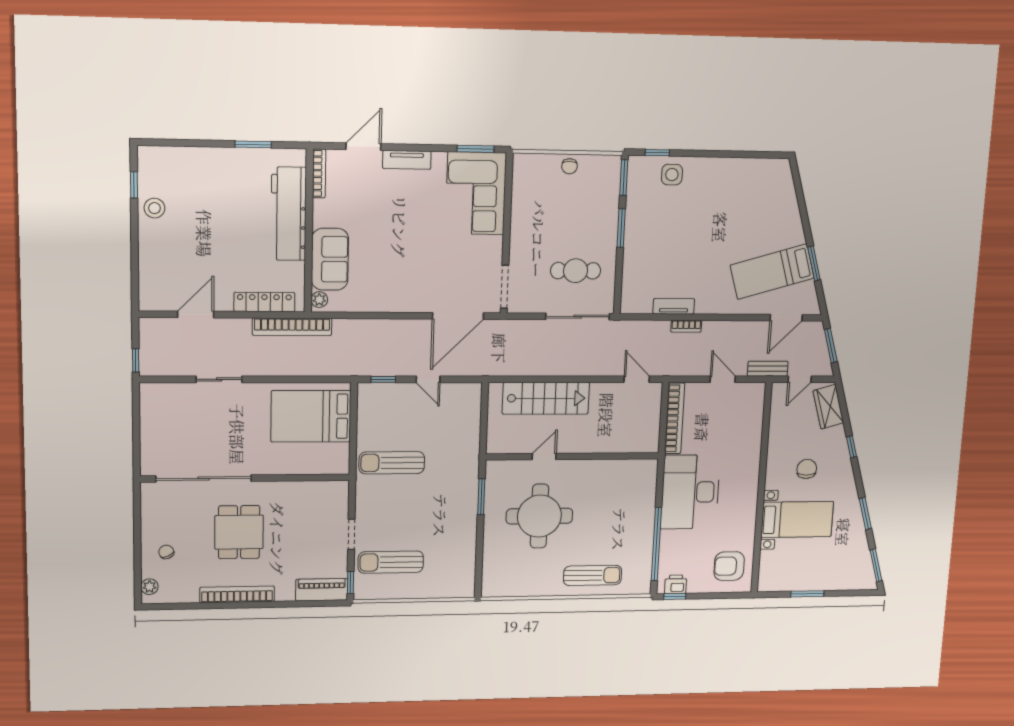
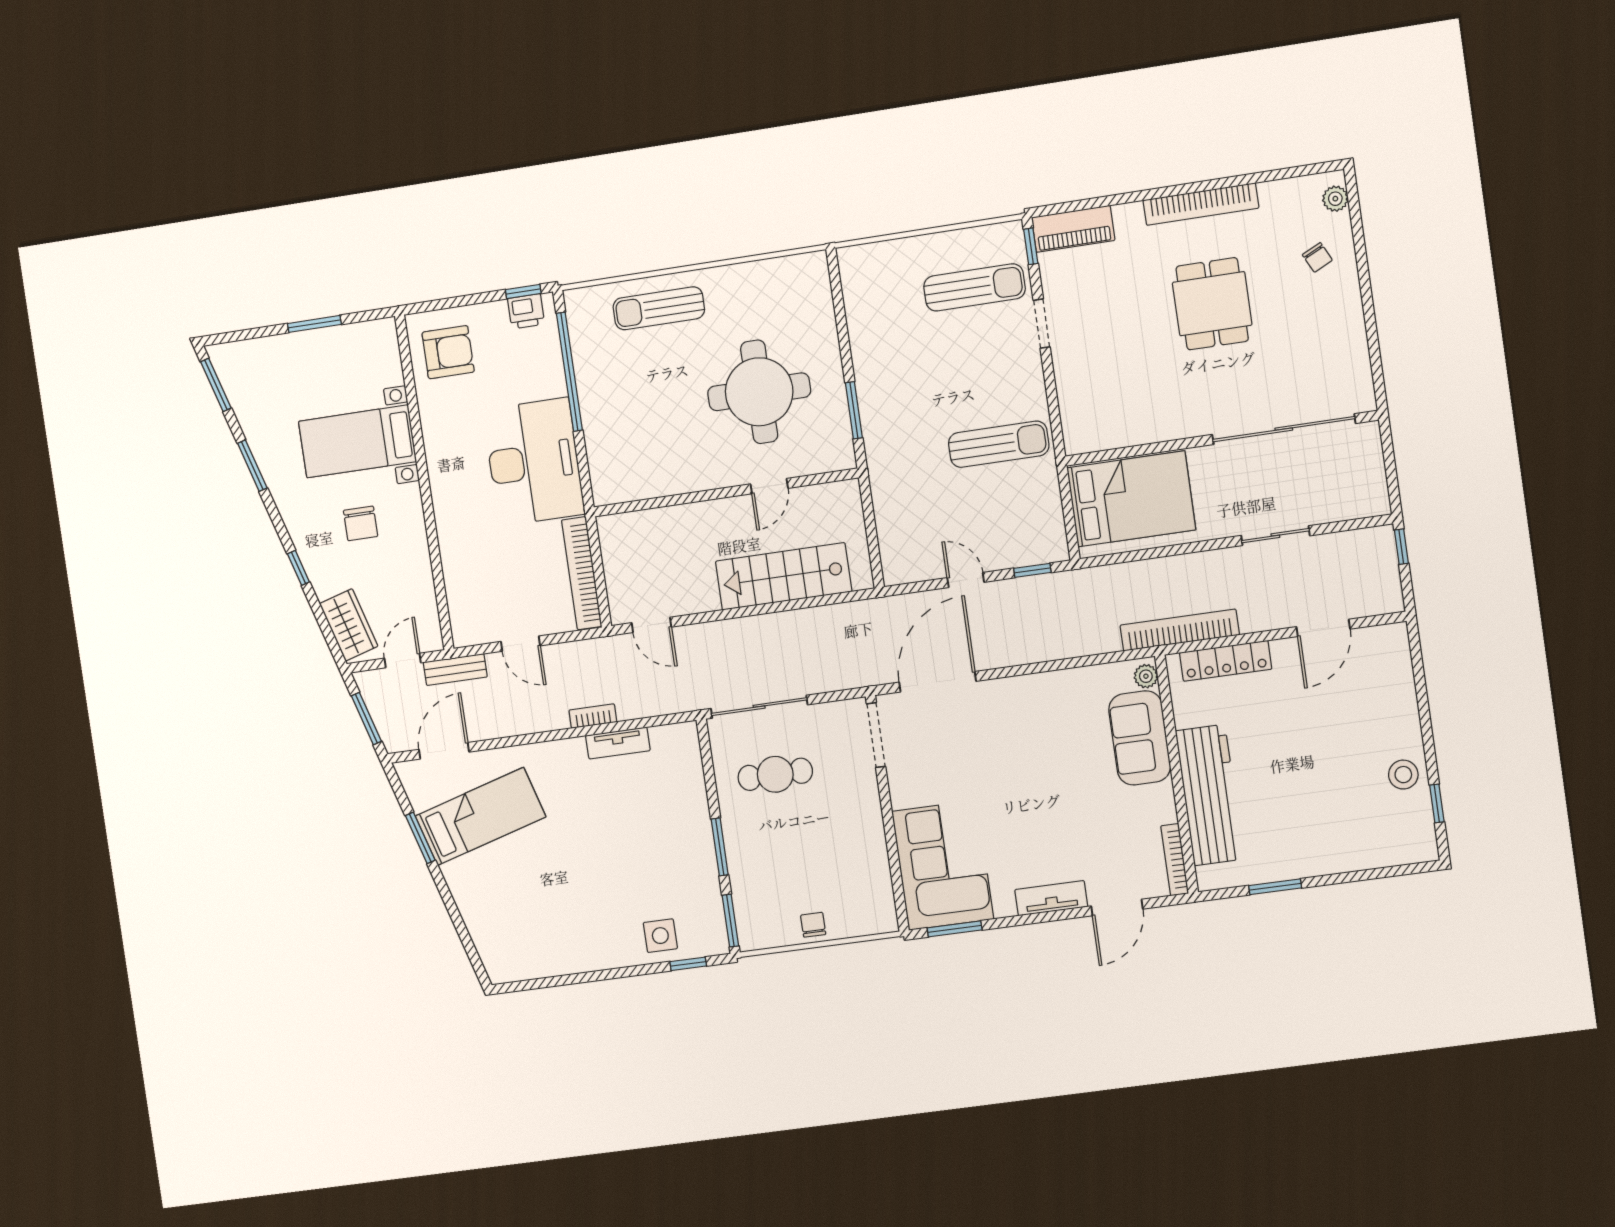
wall: (246, 478) -> (1221, 438), moved
sliding door: (204, 479) -> (1284, 429), moved

